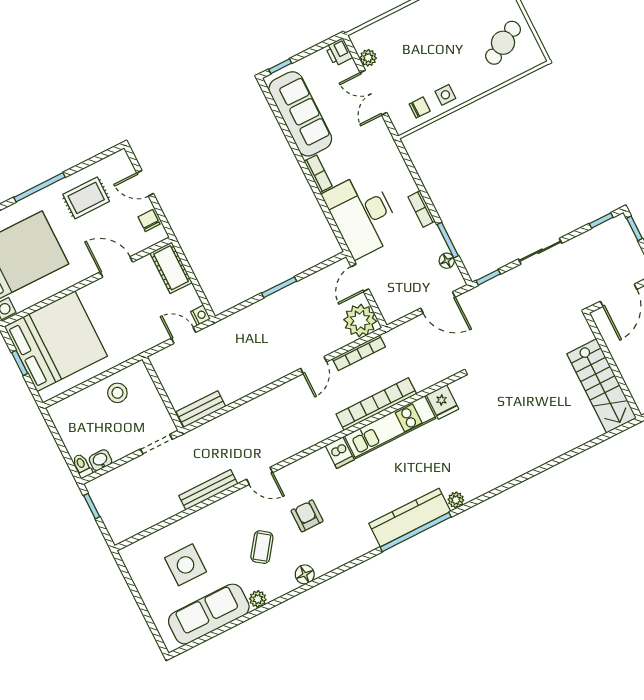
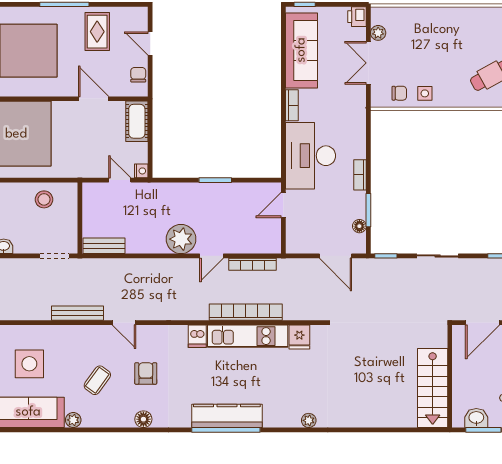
rug: (86, 198) -> (97, 32), turned 90
plant: (360, 320) -> (181, 239), moved
plant: (456, 500) -> (309, 420), moved
floor lamp: (305, 574) -> (143, 419), moved

